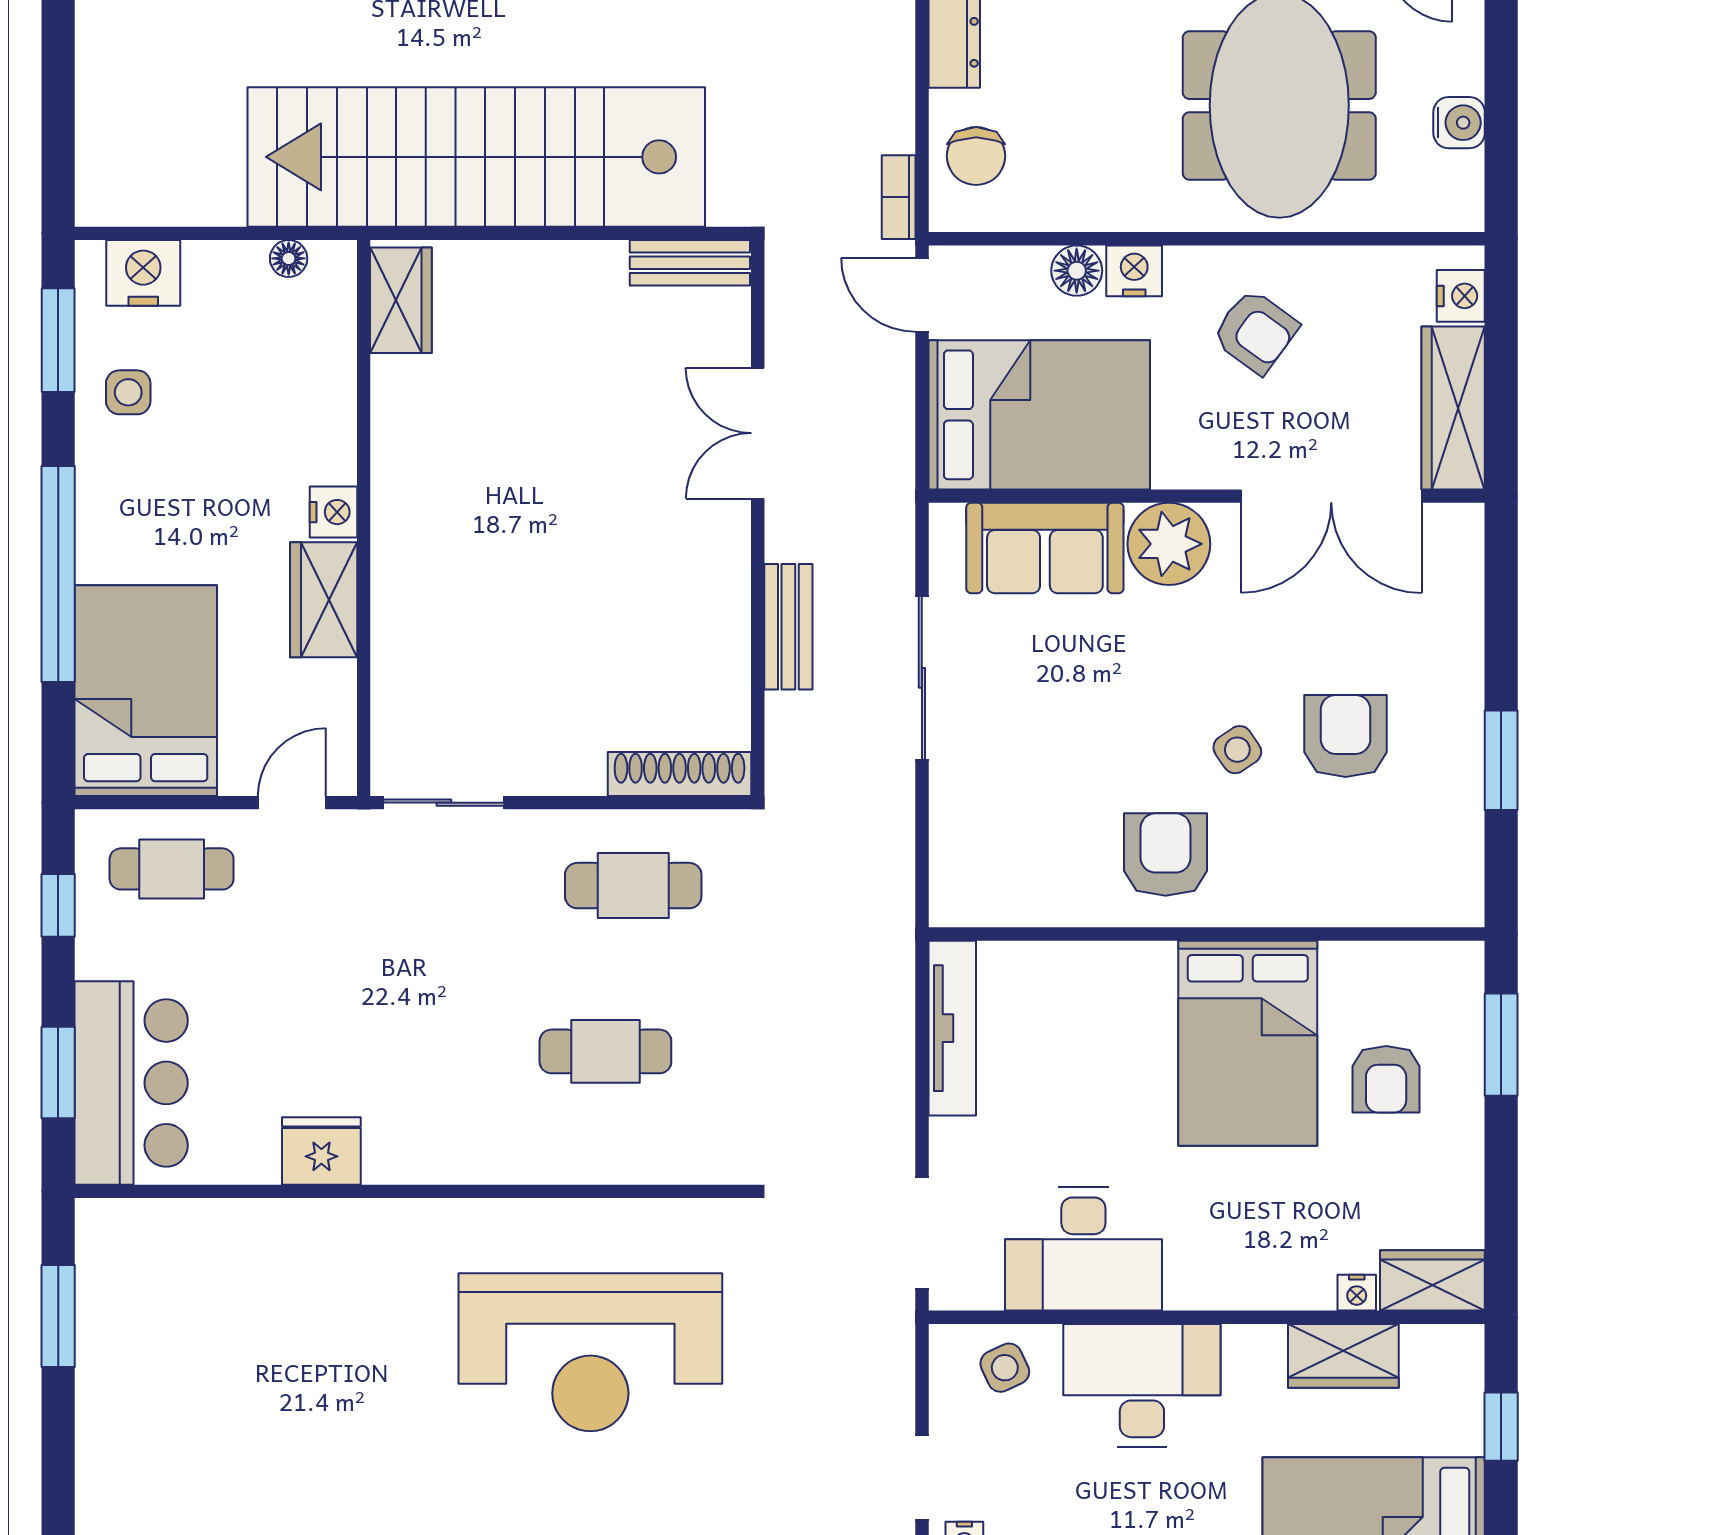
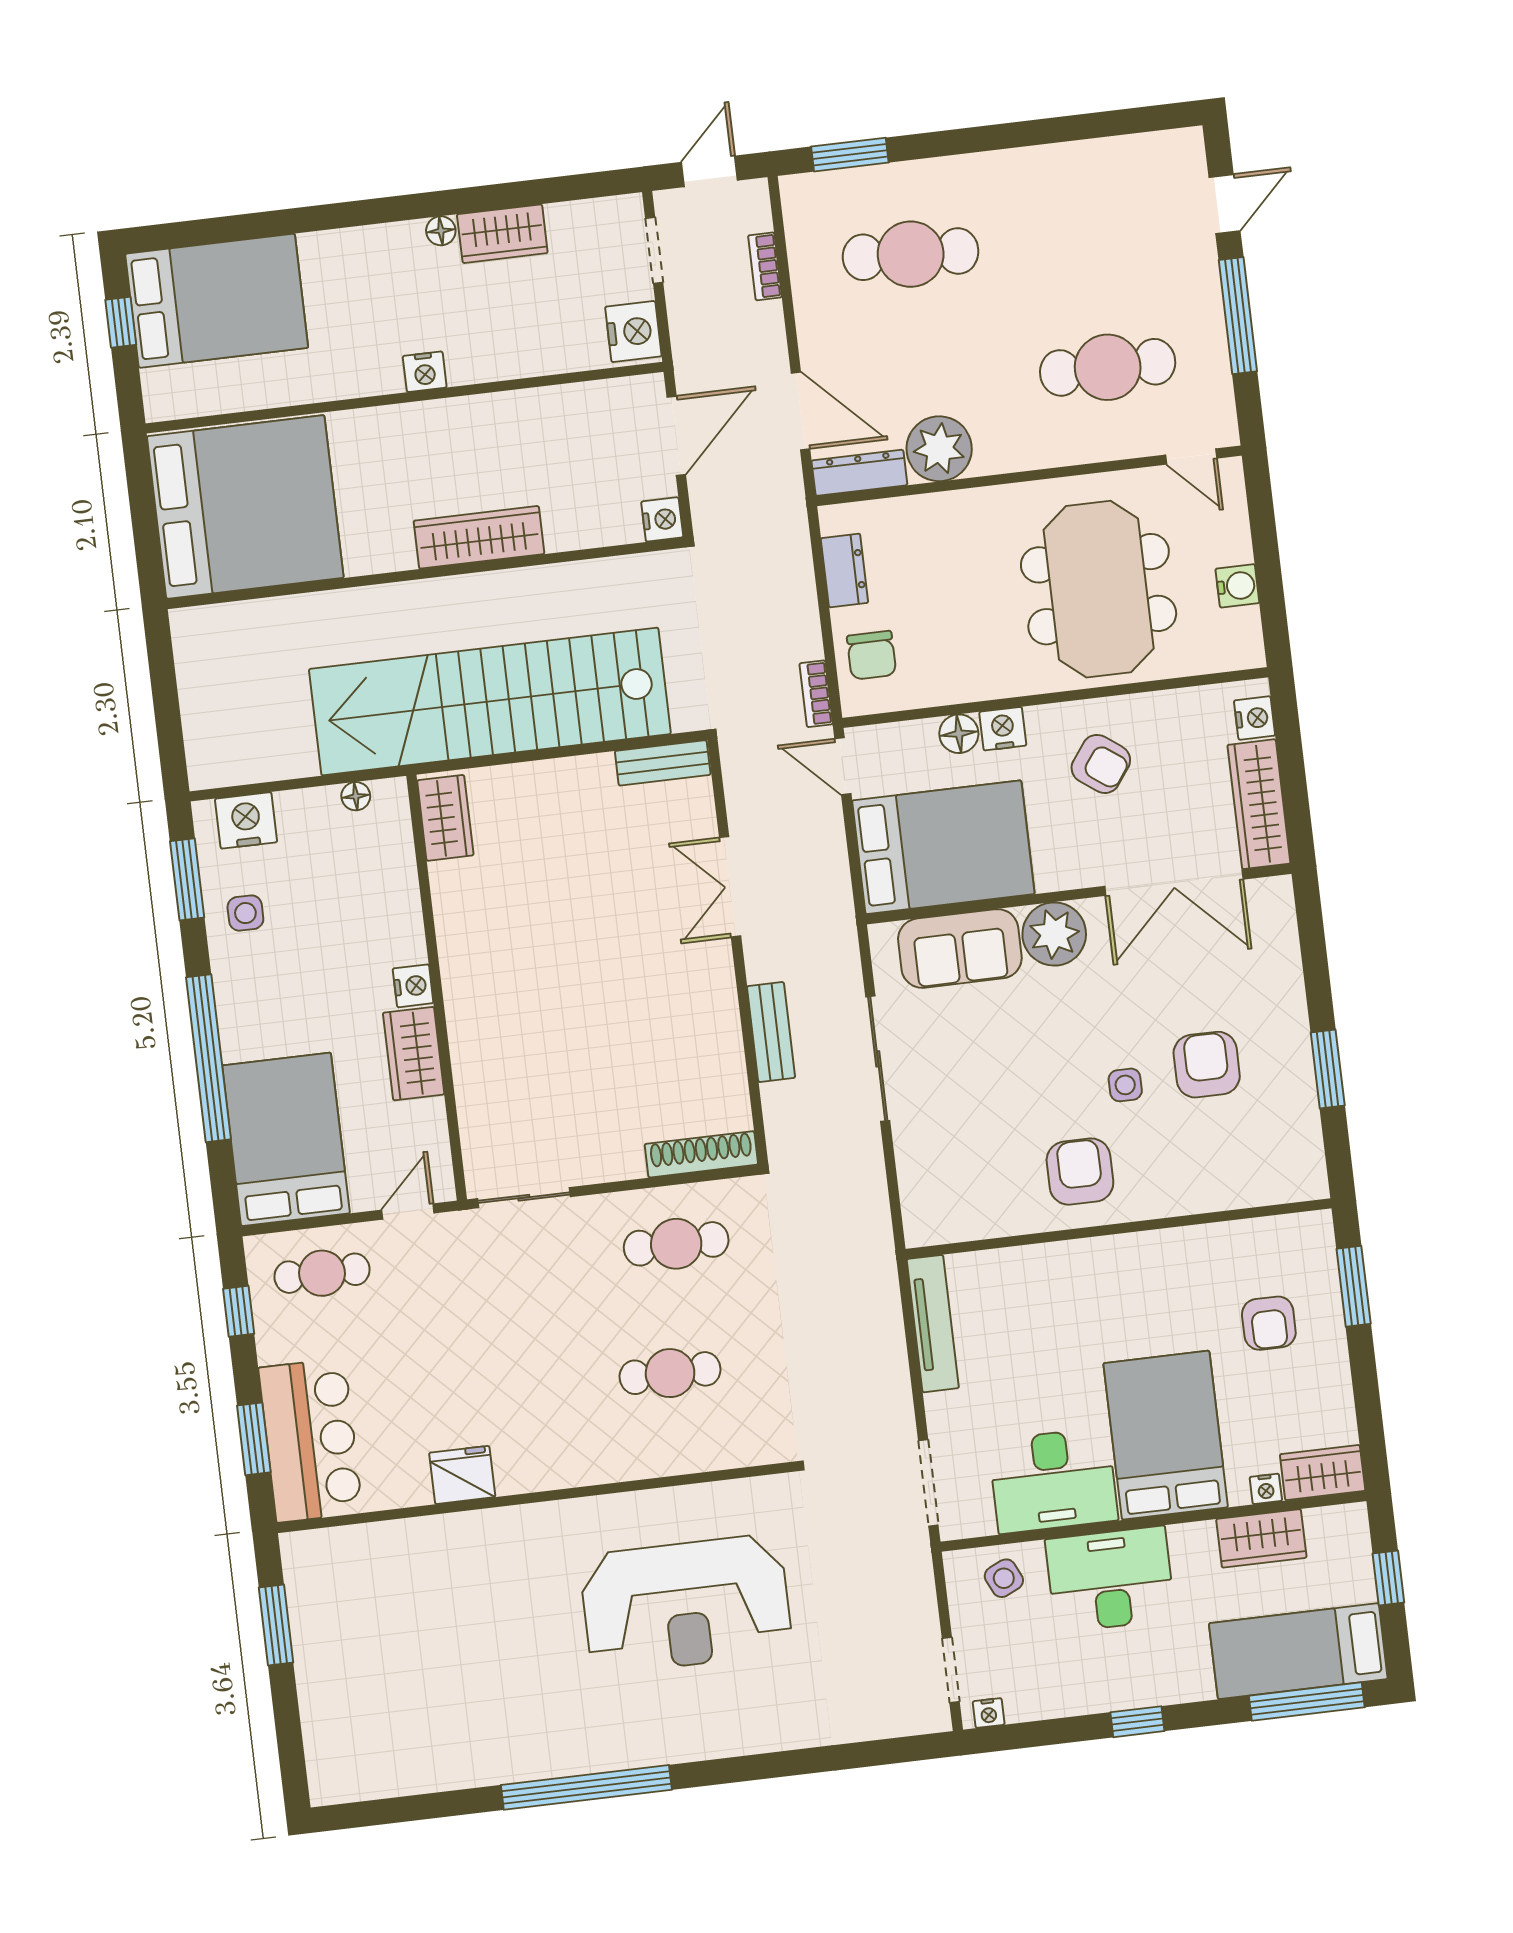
side table: (1237, 750) -> (1125, 1085), turned 34
bed: (1248, 1043) -> (1166, 1435), moved, turned 180

